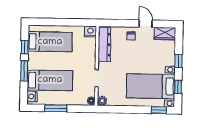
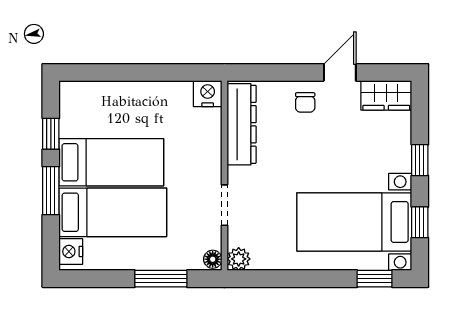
door: (146, 24) -> (340, 72), hinge flipped
bed: (50, 42) -> (111, 162), moved
window: (56, 108) -> (161, 279), moved

